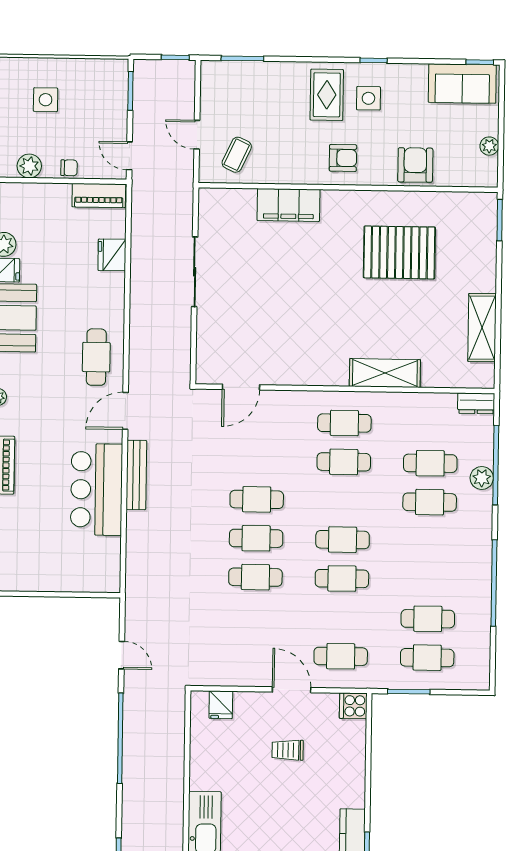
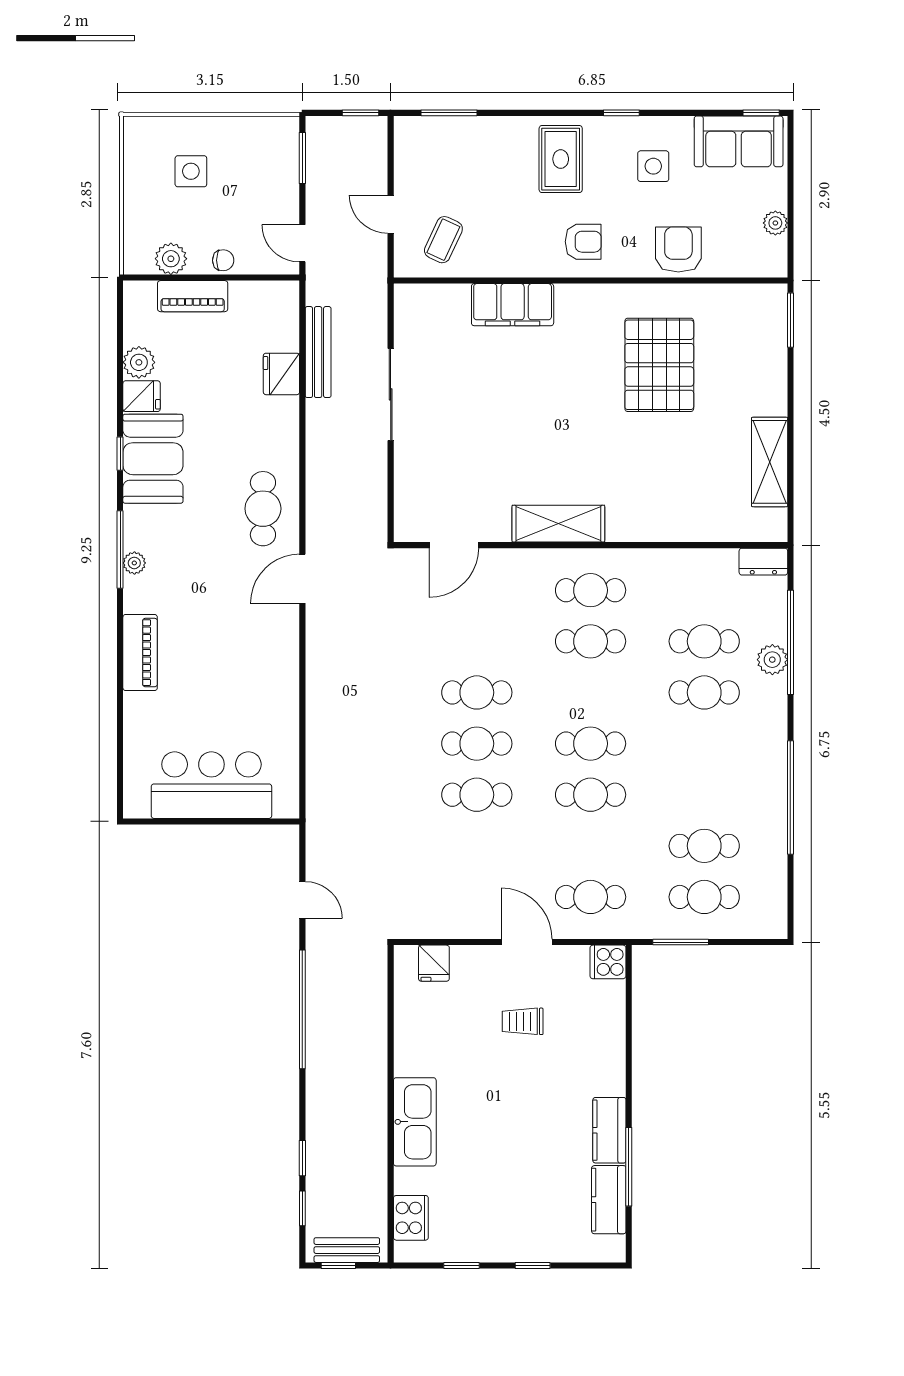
side table: (368, 98) -> (653, 166), moved
piano: (99, 195) -> (193, 296), moved
pallet: (399, 252) -> (659, 365), turned 90
shelving: (385, 373) -> (558, 524), moved
bench: (136, 475) -> (318, 352), moved
bar counter: (97, 489) -> (211, 785), moved, turned 90

